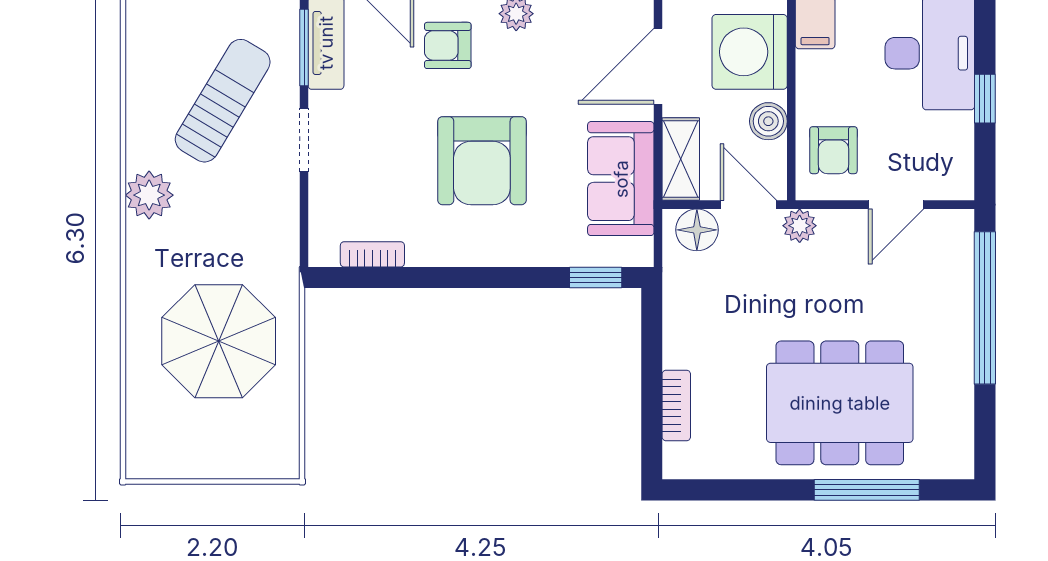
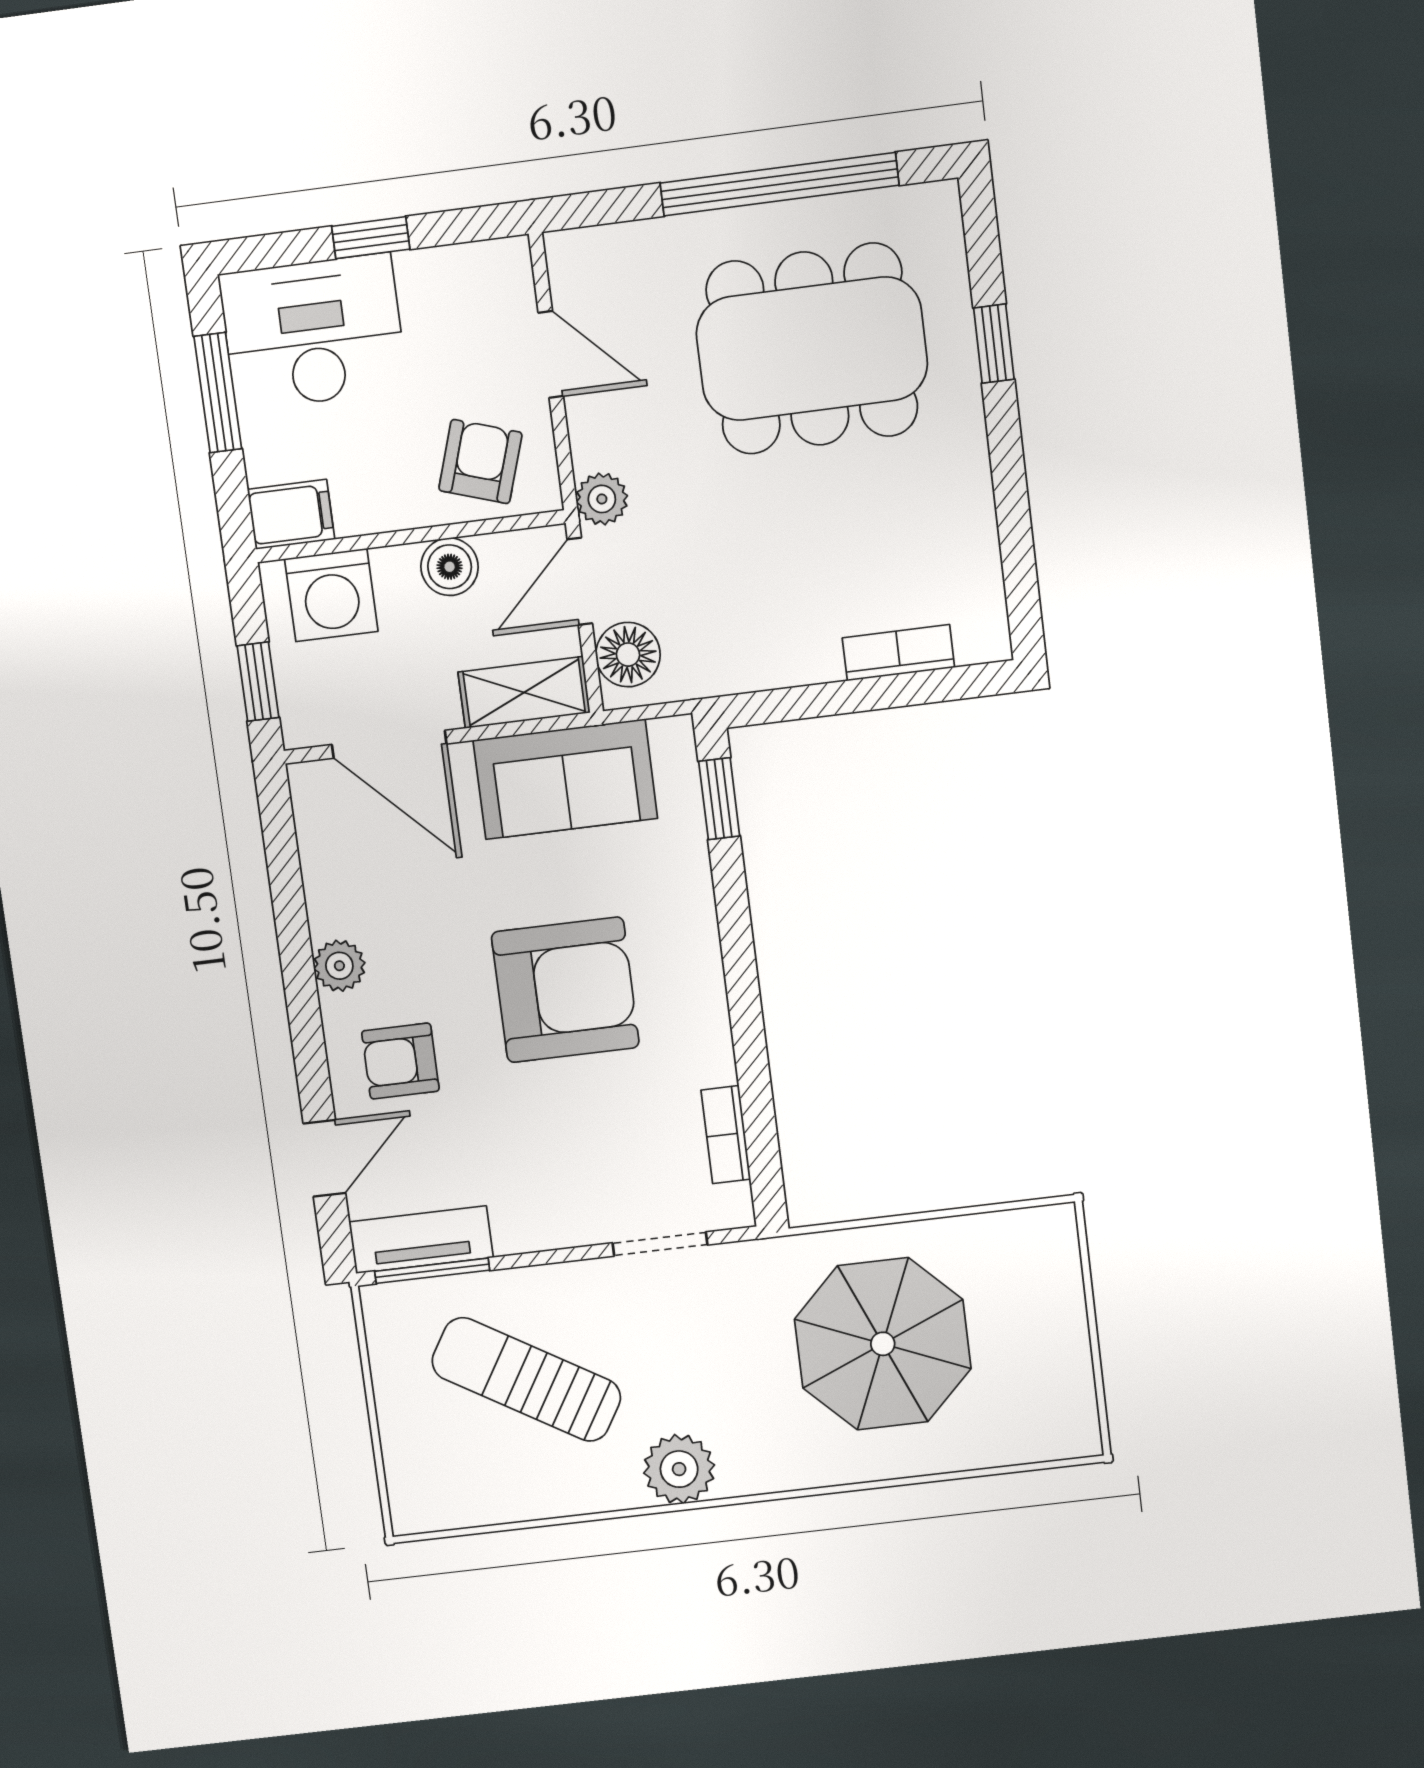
armchair: (448, 45) -> (400, 1061), turned 90
washing machine: (750, 52) -> (331, 595), width x0.73, depth x0.73
doorway: (304, 140) -> (660, 1244), moved
armchair: (833, 150) -> (480, 462), turned -72
window: (985, 308) -> (780, 184), moved
dining table: (840, 403) -> (812, 349), moved, turned 90
window: (867, 490) -> (994, 344), width x0.46

